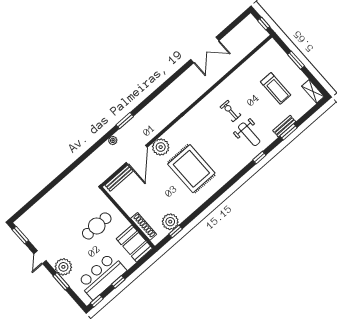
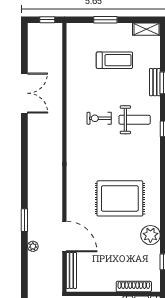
plant: (161, 147) -> (76, 209), removed
plant: (170, 222) -> (150, 235), moved

